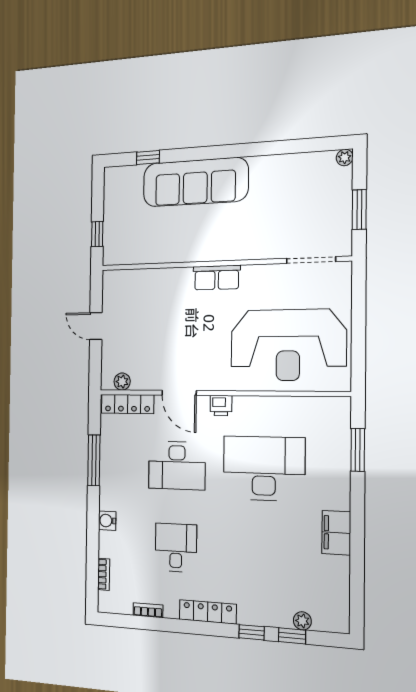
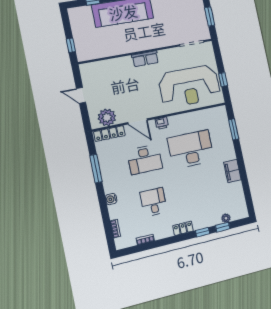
window: (358, 344) -> (223, 80), added
plant: (122, 382) -> (107, 117), width x1.87, depth x1.87
locker: (208, 612) -> (183, 228), width x0.66

